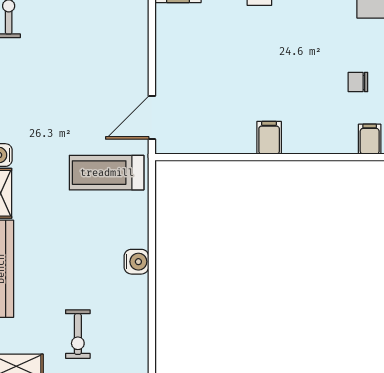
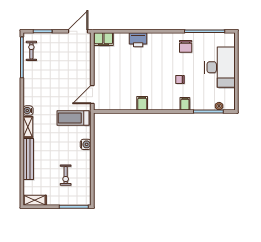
water cooler: (136, 262) -> (86, 144), moved
exercise bike: (78, 334) -> (66, 175), moved

